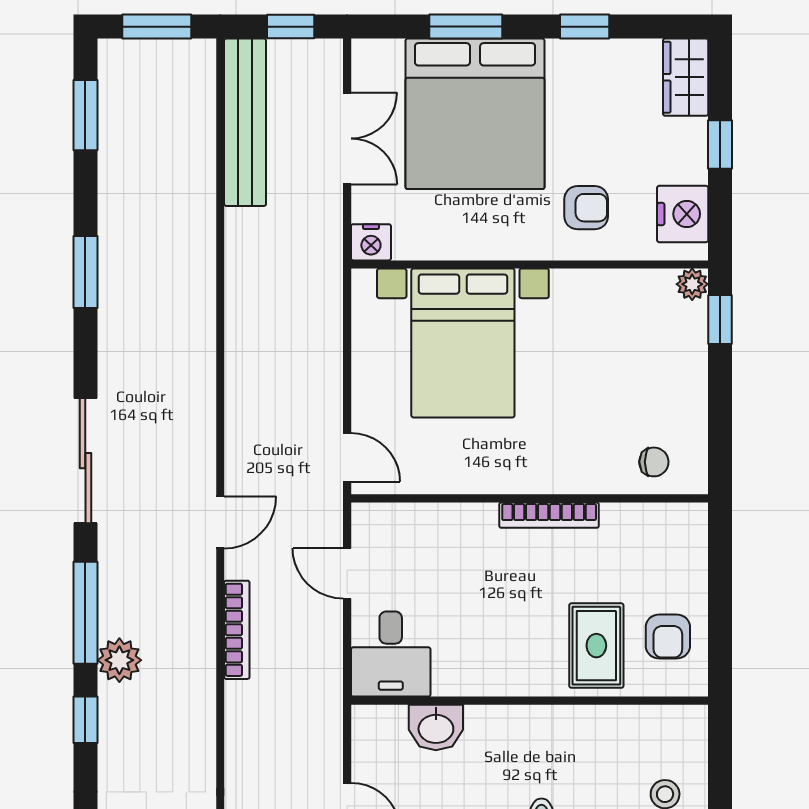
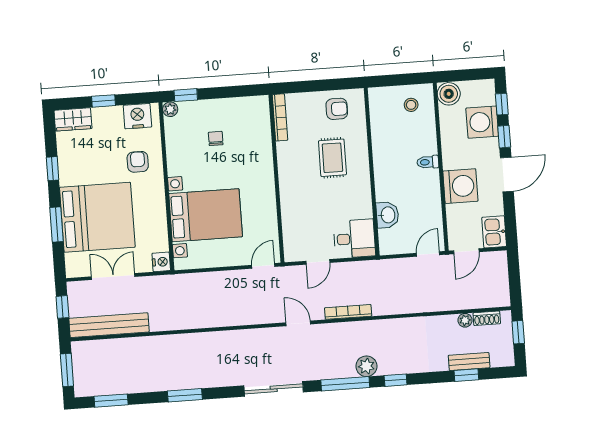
chair: (654, 462) -> (216, 138), moved
bookcase: (549, 515) -> (280, 117), moved
rug: (596, 646) -> (332, 158), moved, turned 90

